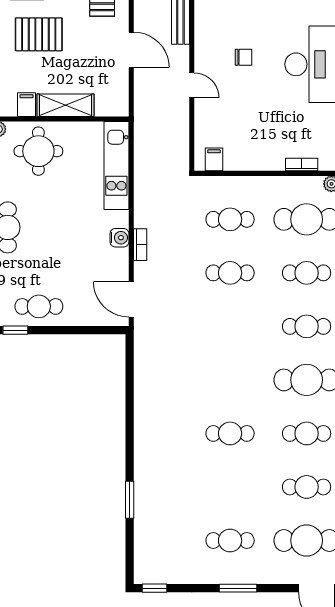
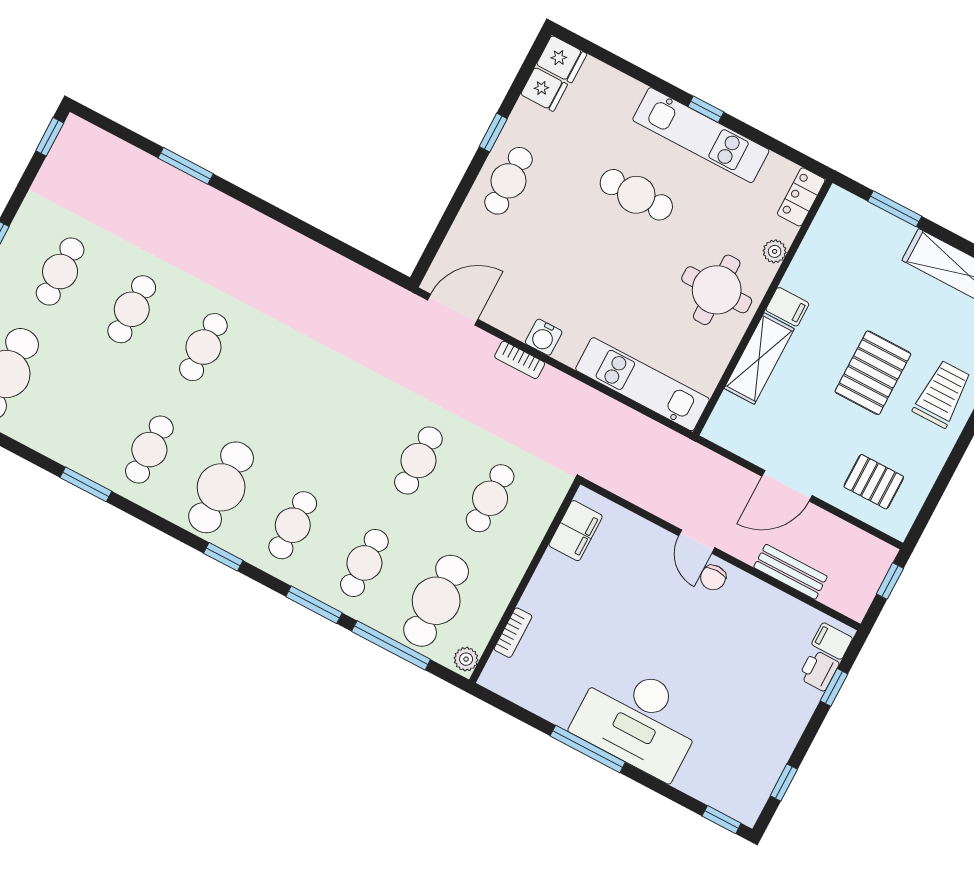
chair: (243, 57) -> (713, 578), moved
door: (192, 85) -> (697, 542), hinge flipped
filing cabinet: (214, 159) -> (576, 531), width x2.00
cafe table: (307, 487) -> (132, 309), moved

